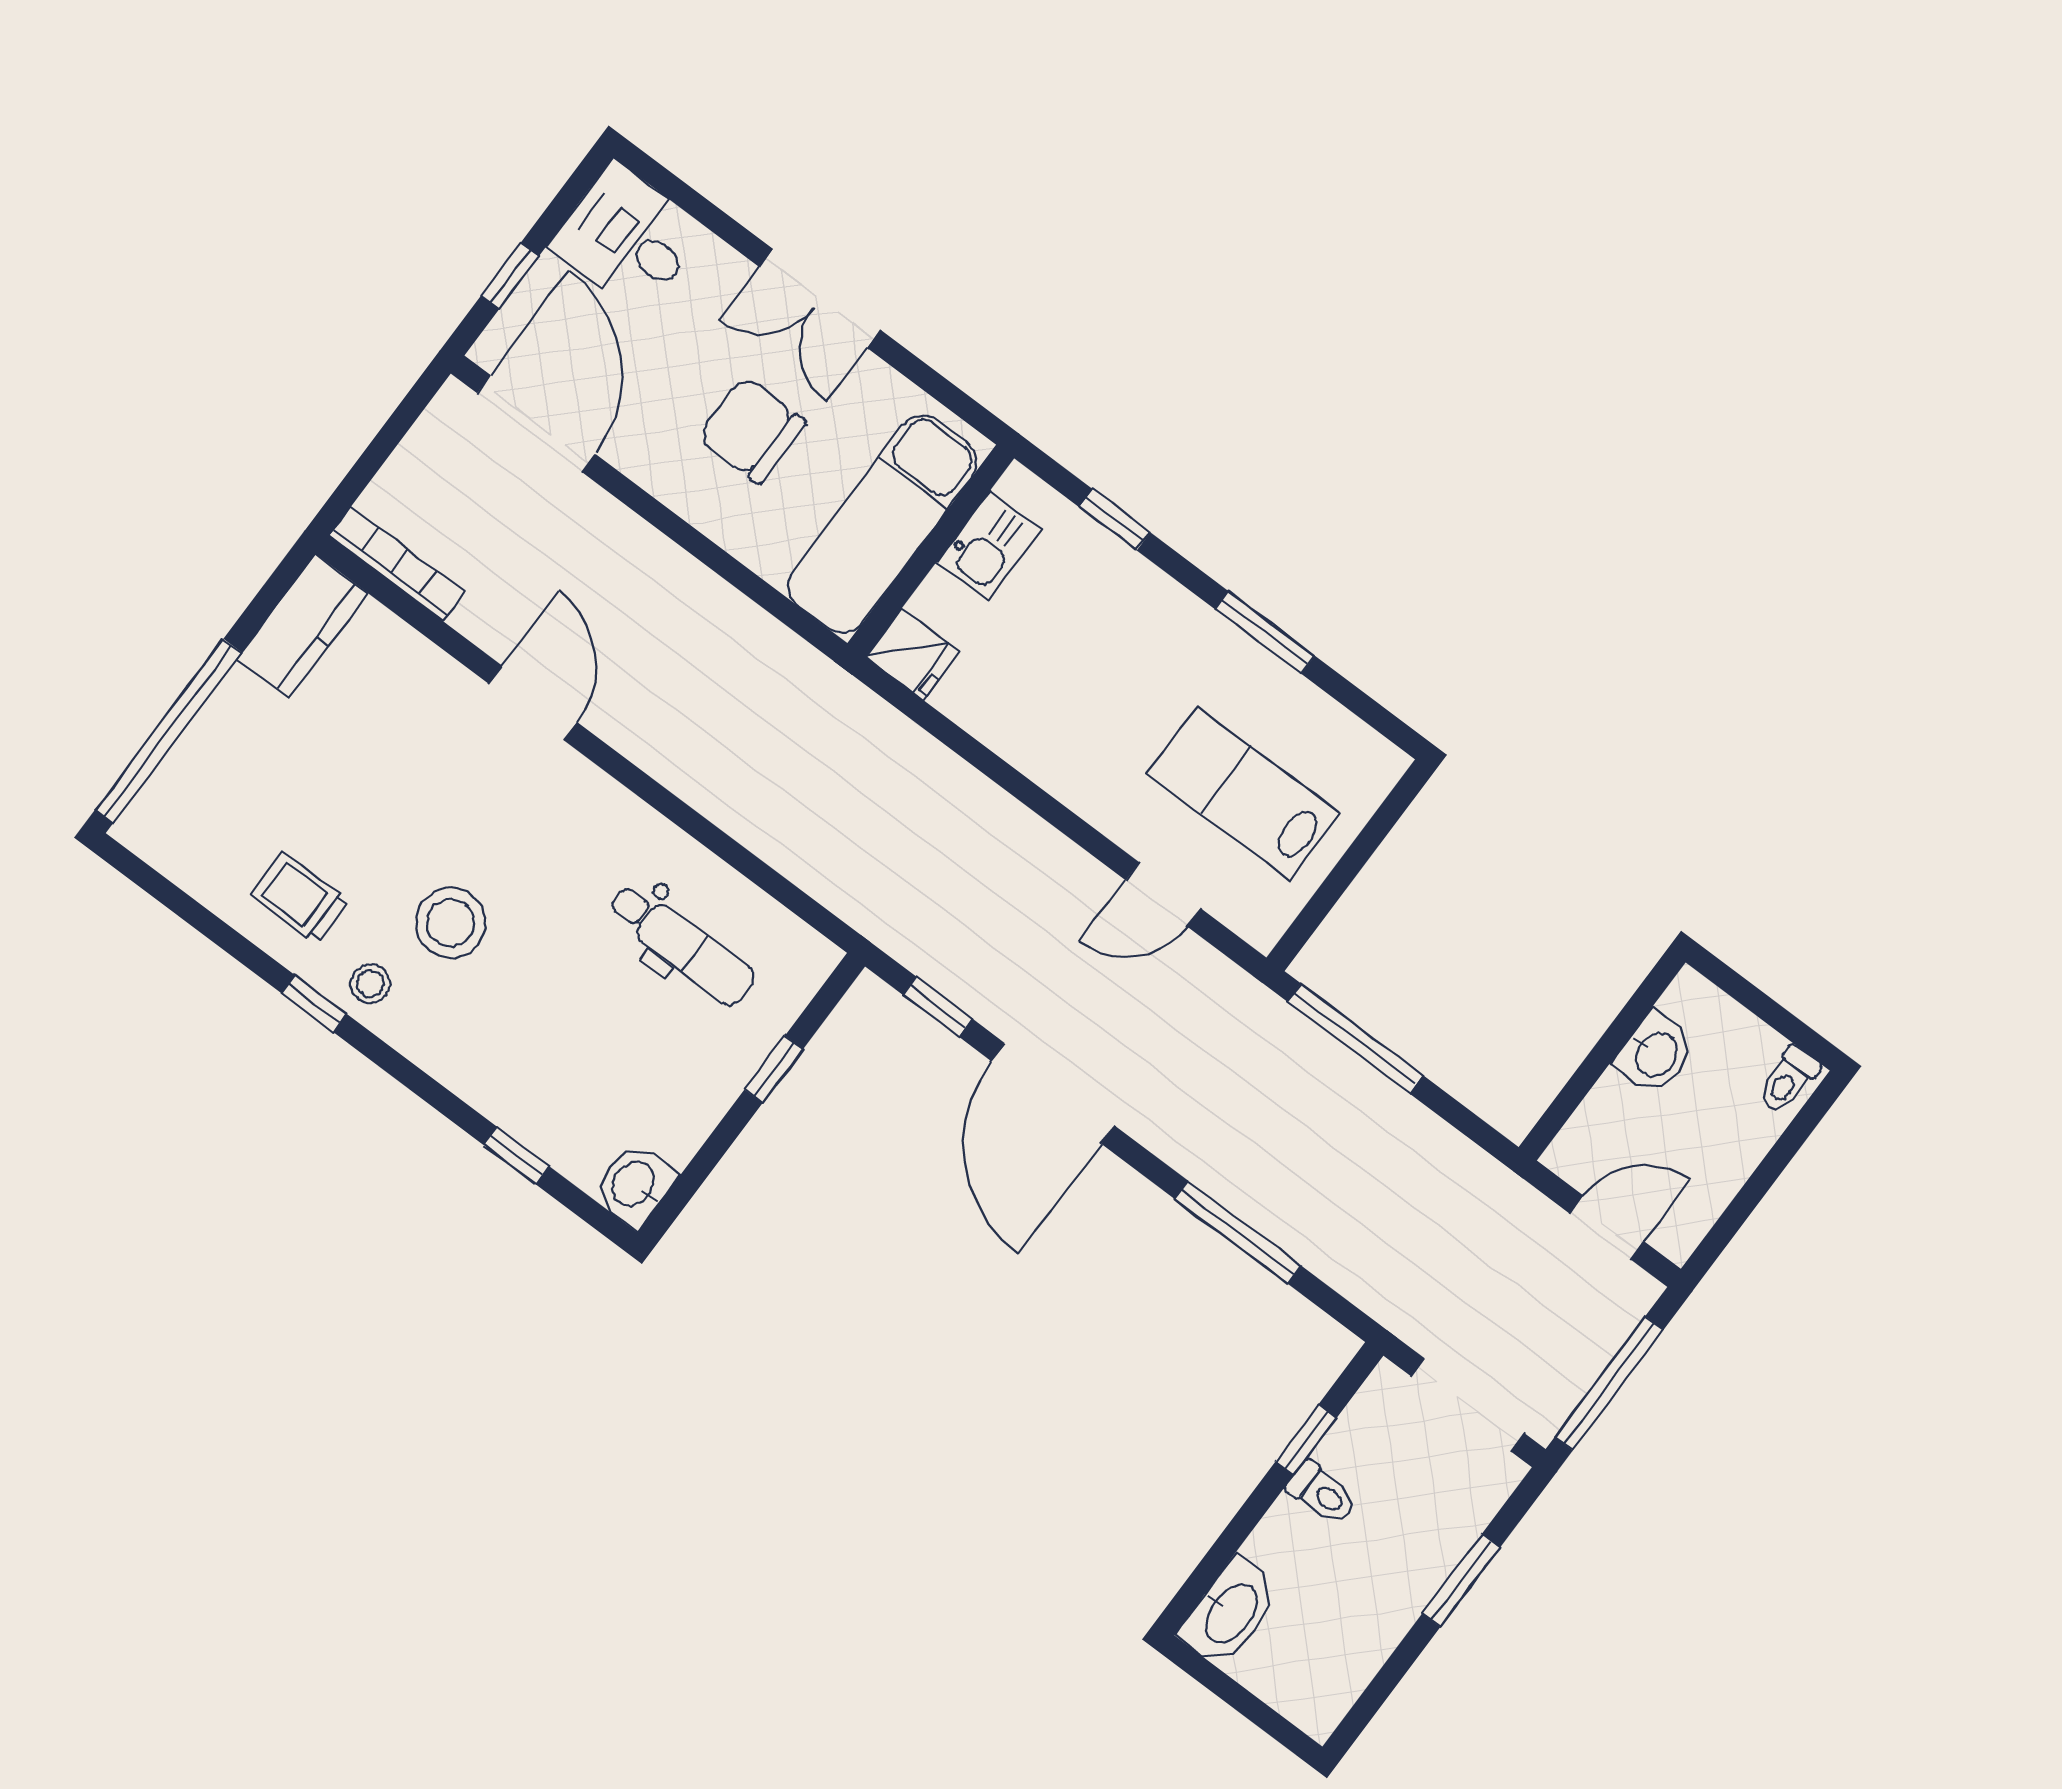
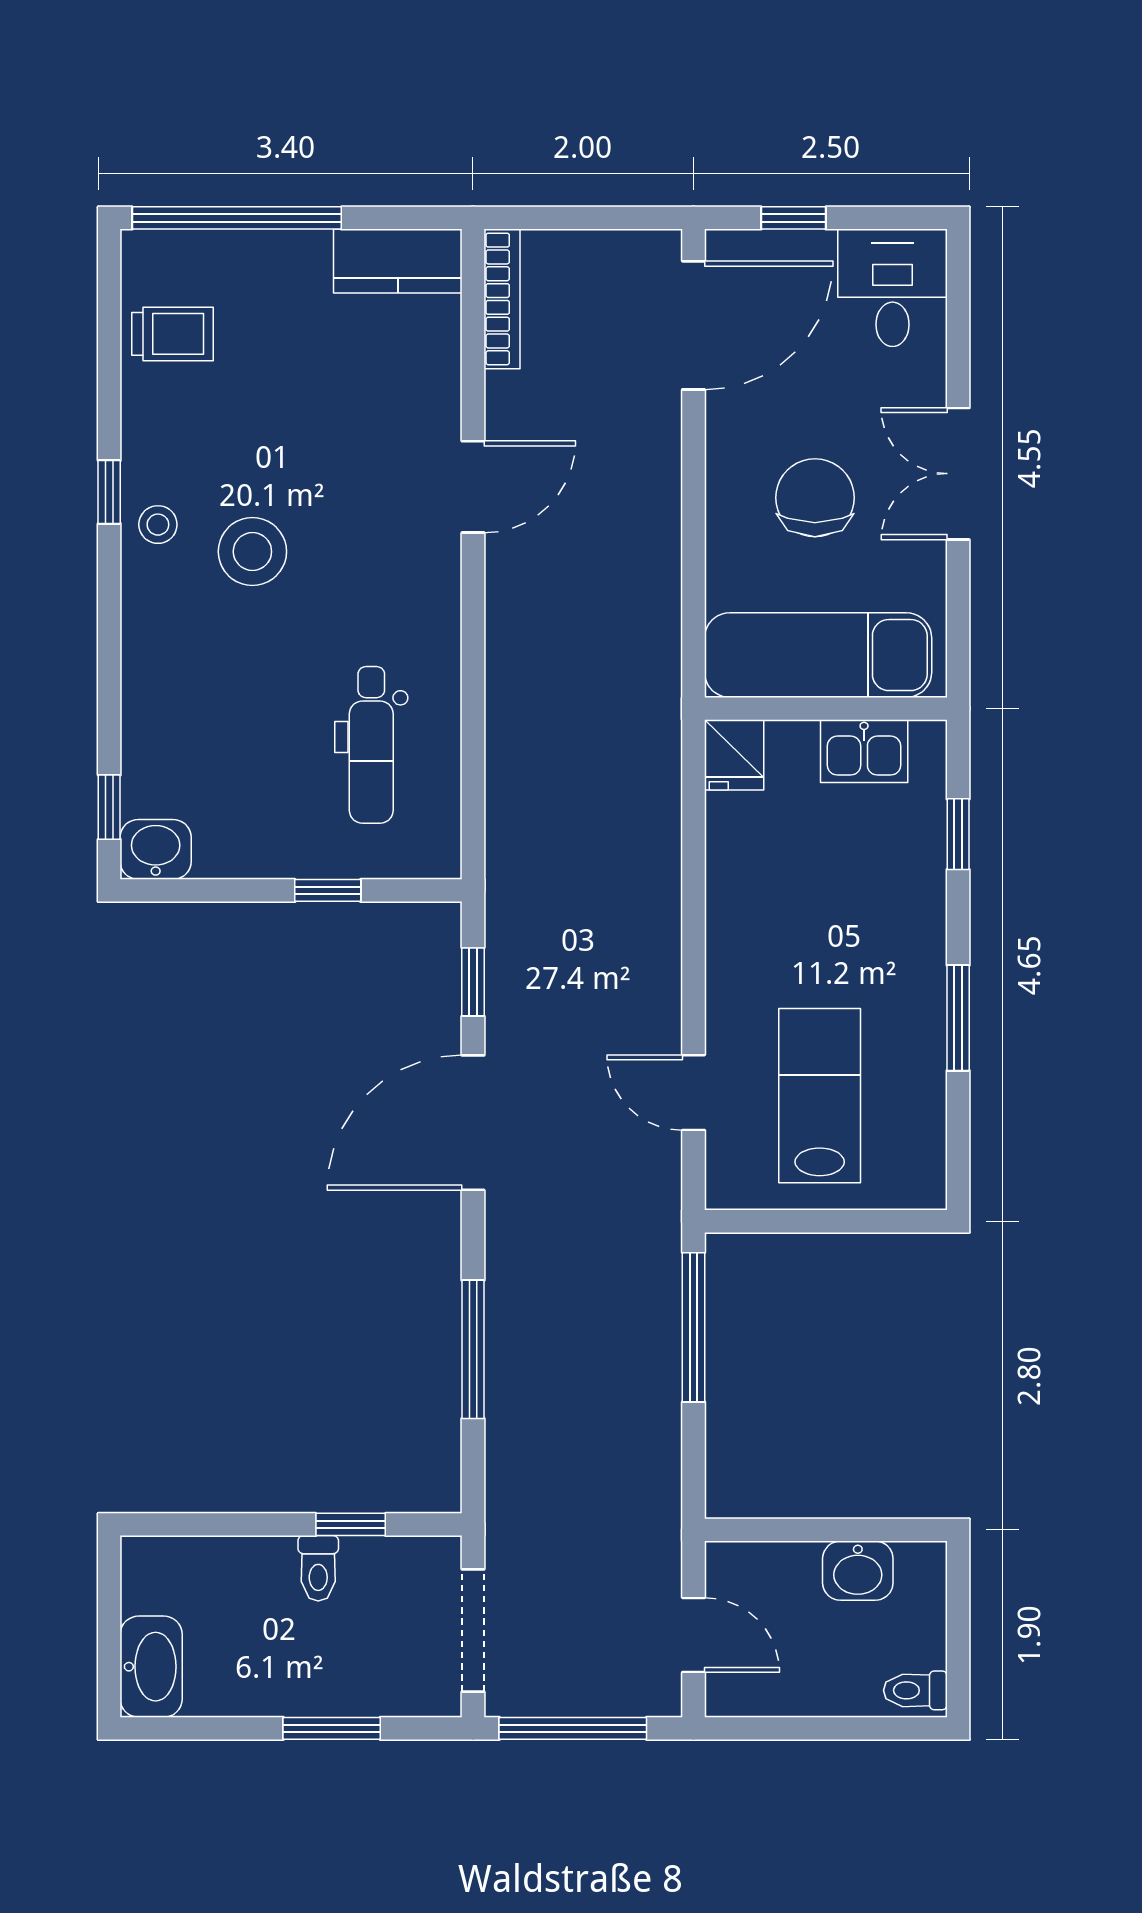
trolley: (300, 897) -> (172, 334), moved, turned 90
window: (516, 1156) -> (109, 807), moved
washbasin: (1230, 1612) -> (151, 1667), moved, turned -90

